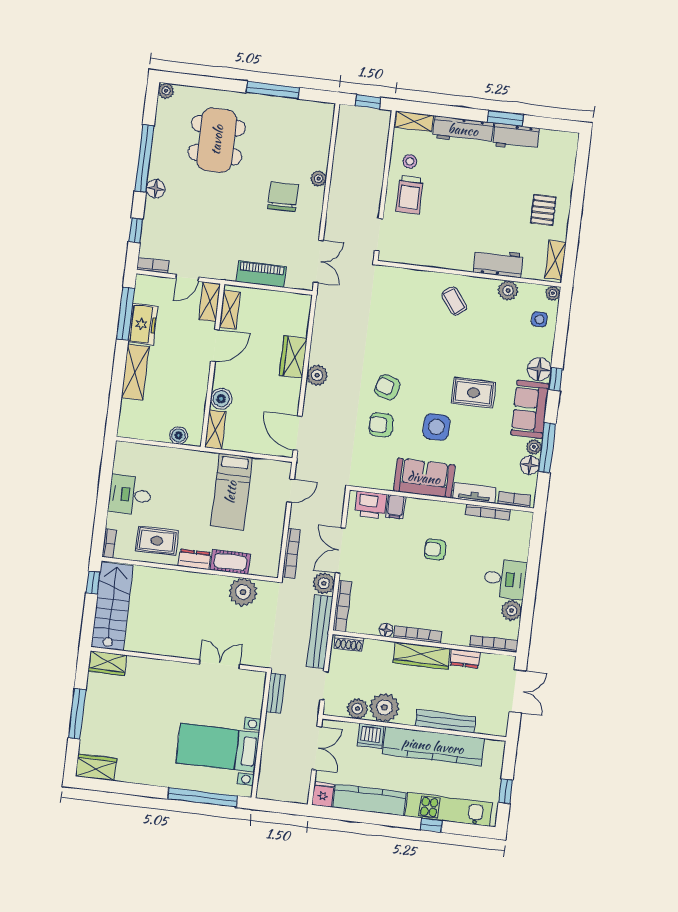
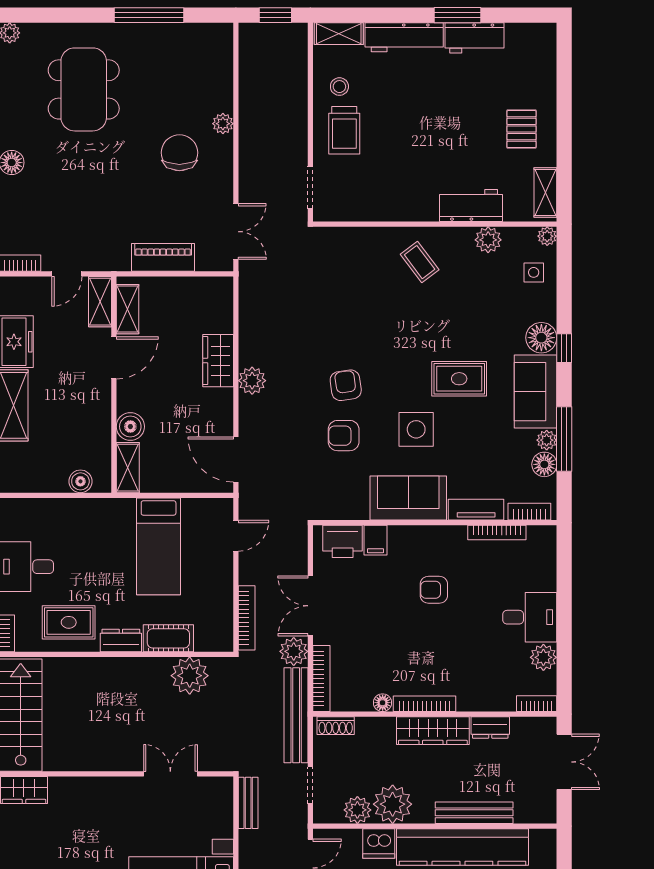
armchair: (387, 387) -> (346, 385), turned 65
bookcase: (494, 644) -> (537, 704), width x0.64

